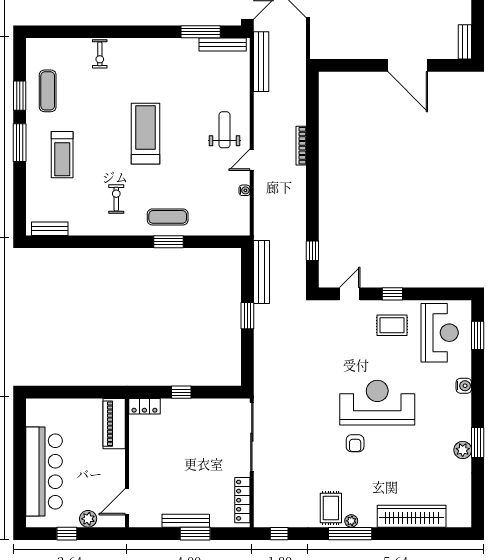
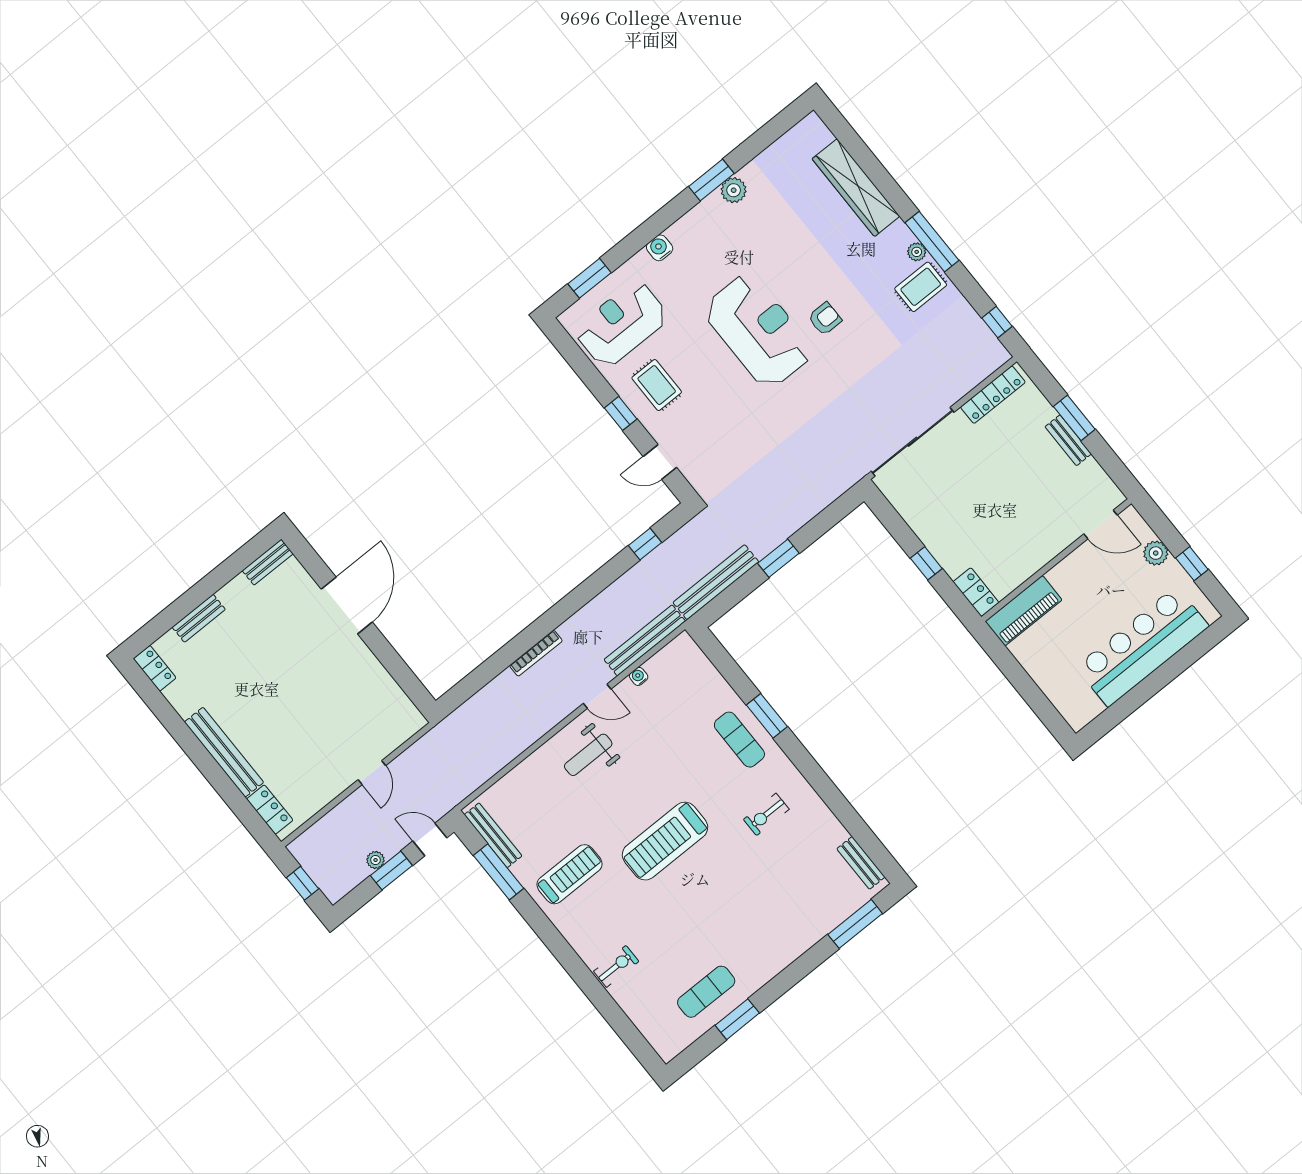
bench: (261, 62) -> (645, 640), moved
window: (20, 143) -> (855, 924), moved
treadmill: (62, 155) -> (570, 874), moved
reception desk: (377, 403) -> (758, 331), turned 180
bench: (186, 521) -> (1068, 440), width x0.73

